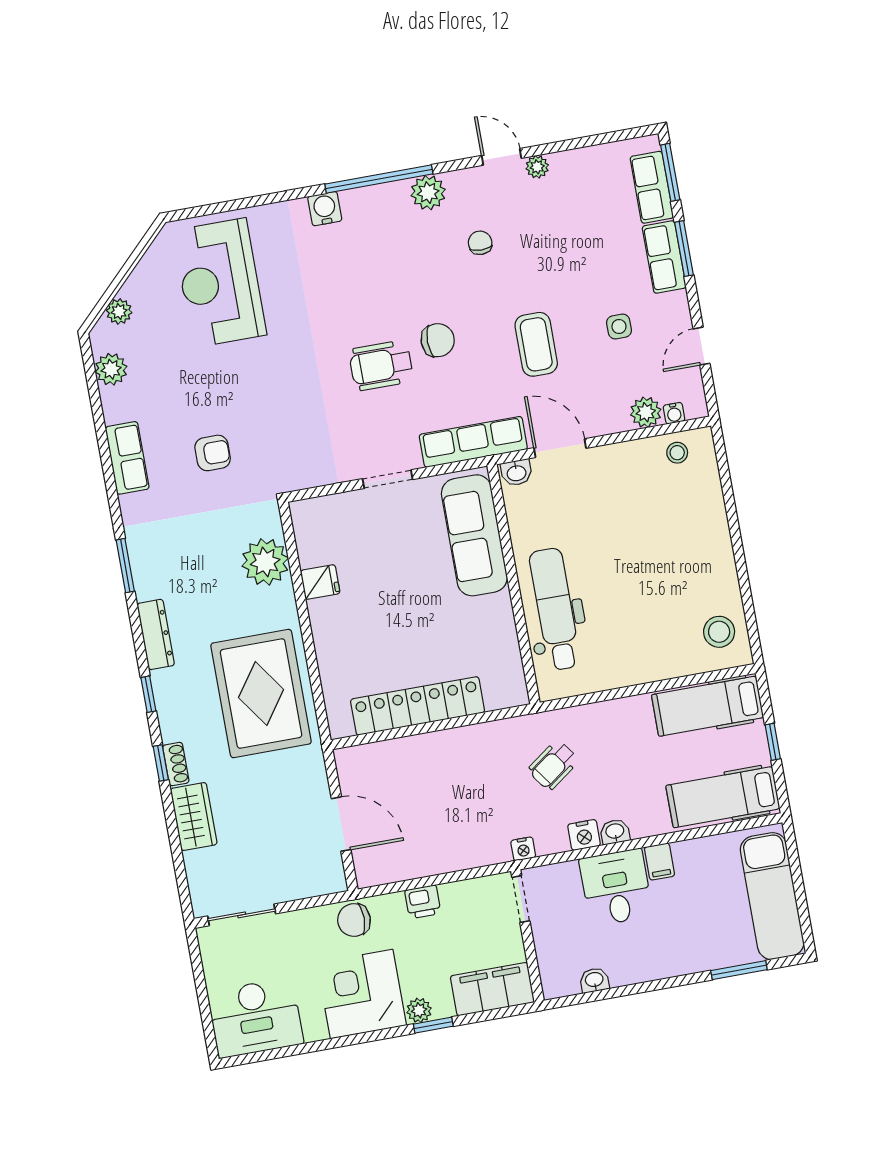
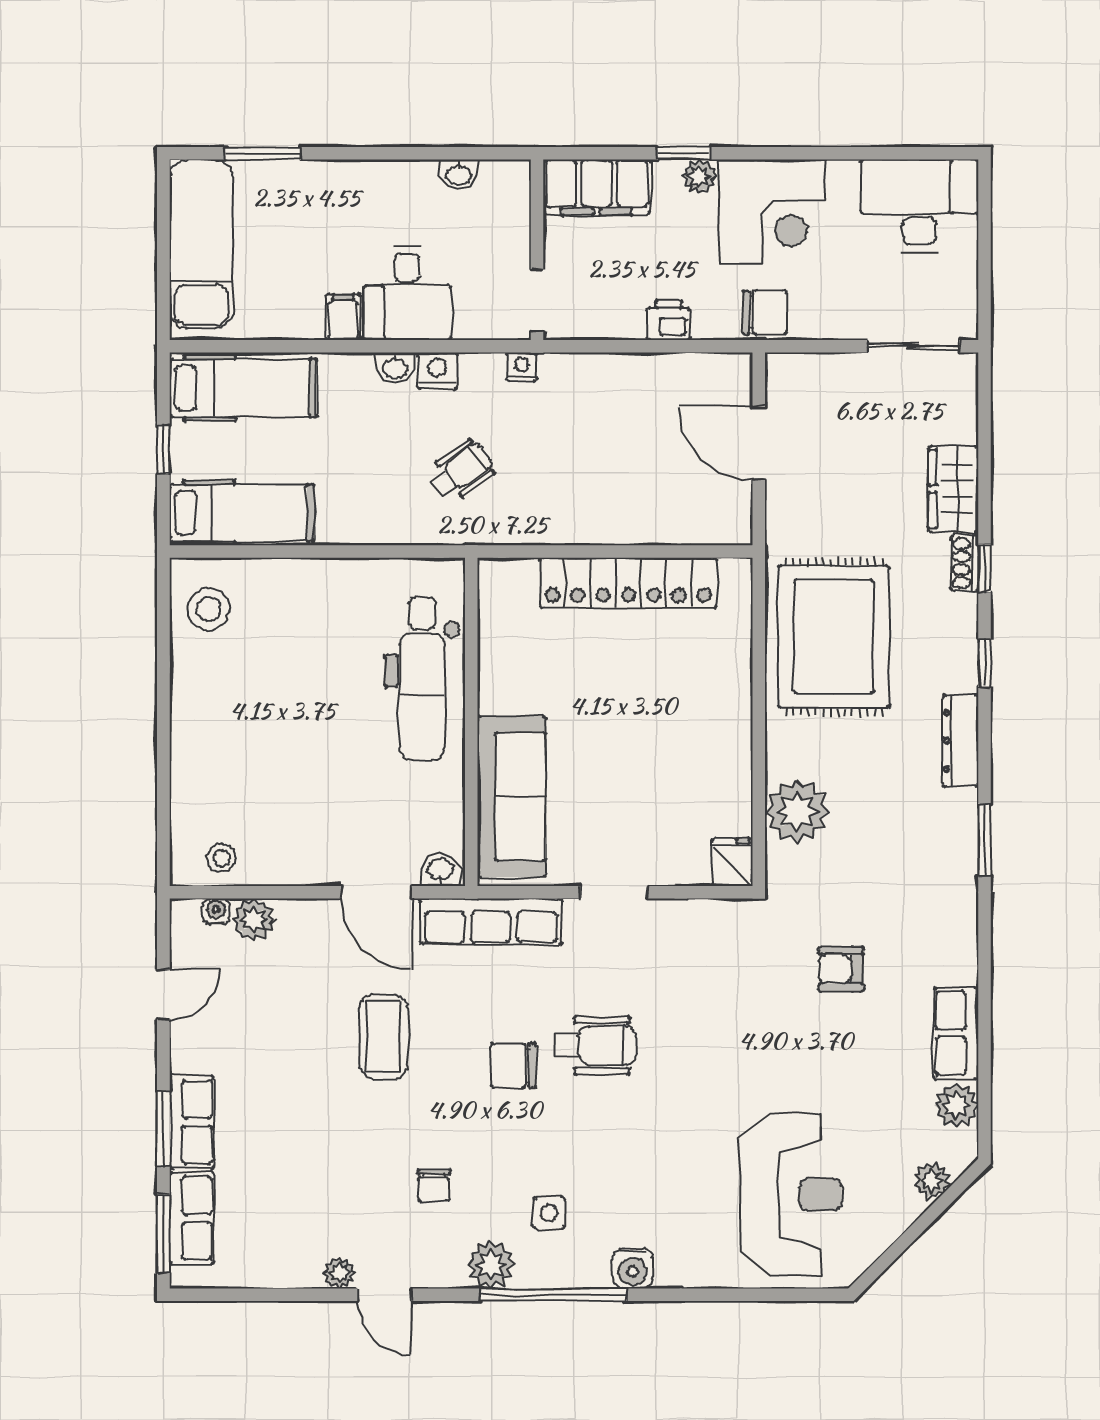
side table: (619, 326) -> (549, 1213), moved
row of seats: (127, 458) -> (956, 1033), moved
fridge: (320, 582) -> (732, 862), moved, turned 90

